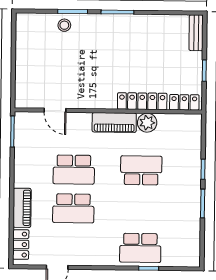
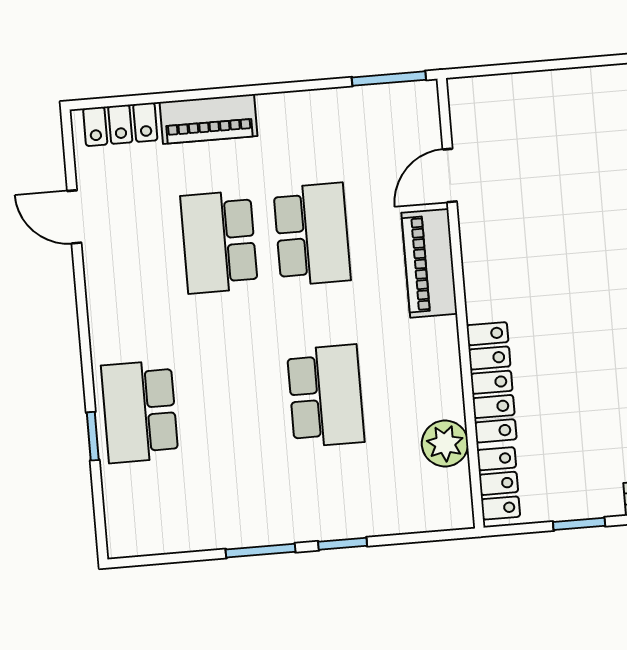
piano: (114, 122) -> (429, 263), moved
plant: (147, 123) -> (445, 443), moved
school desk: (74, 170) -> (312, 234), turned 180

